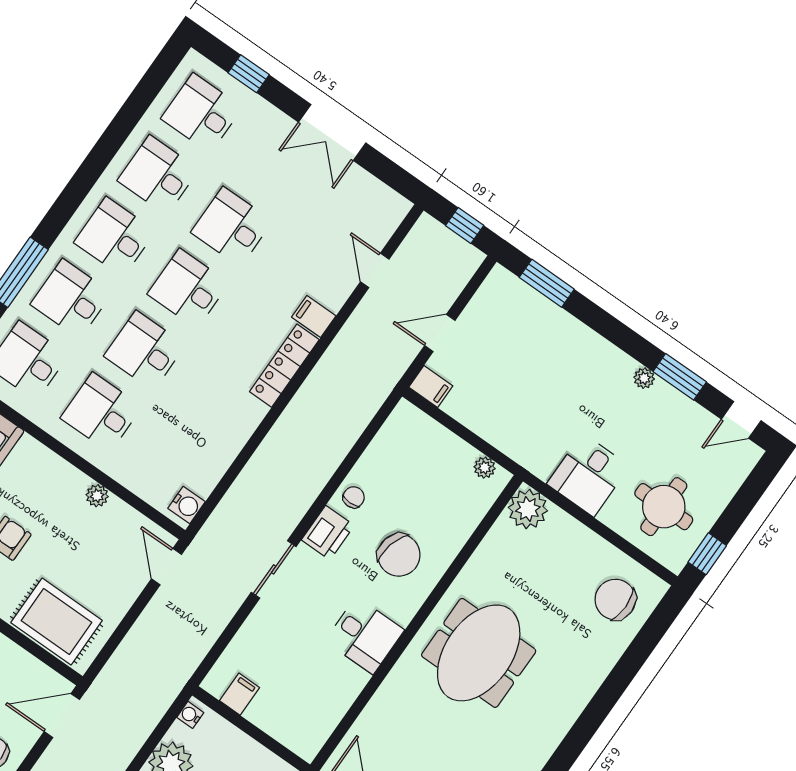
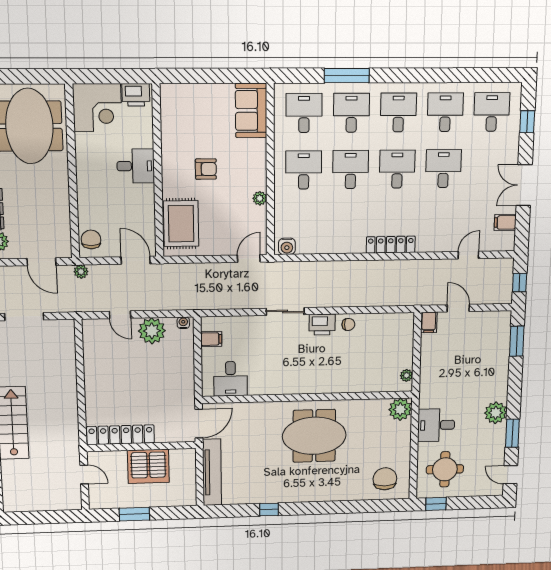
filing cabinet: (314, 316) -> (505, 222), moved, turned -90
plant: (644, 378) -> (496, 413), width x1.88, depth x1.88
chair: (399, 555) -> (335, 366), removed
desk: (365, 635) -> (231, 379), moved

